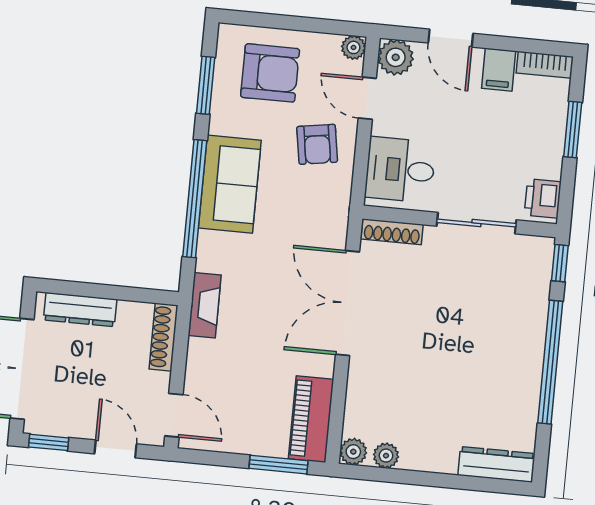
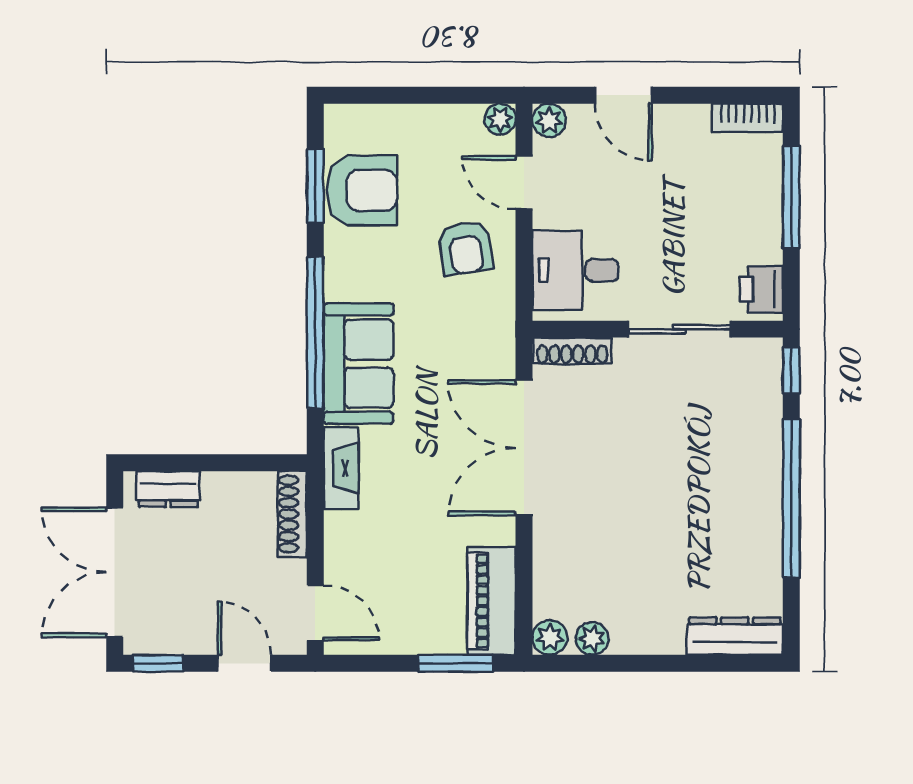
plant: (396, 57) -> (549, 120), width x0.73, depth x0.73
filing cabinet: (499, 70) -> (689, 130), removed
armchair: (270, 73) -> (362, 190), moved
window: (573, 130) -> (791, 197), width x1.44
sofa: (230, 184) -> (358, 364), moved
dresser: (80, 310) -> (168, 489), width x0.70

